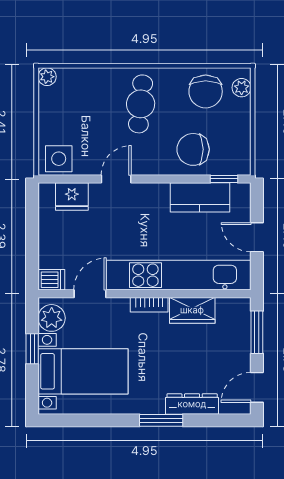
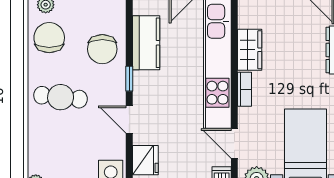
chair: (206, 91) -> (49, 38), turned -90
window: (224, 179) -> (129, 79), moved

